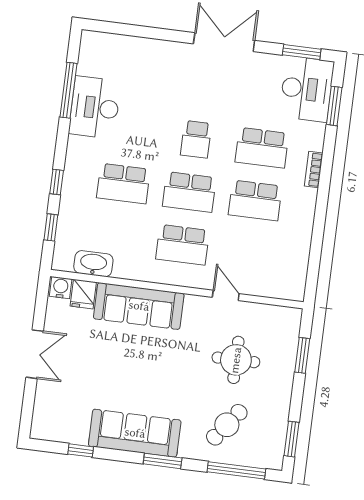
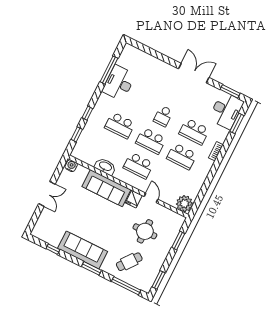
washbasin: (93, 264) -> (105, 166), moved
plant: (290, 284) -> (184, 204), added
fridge: (83, 294) -> (134, 199), moved

